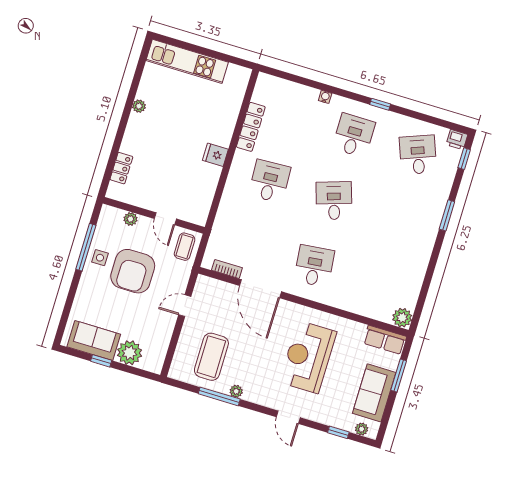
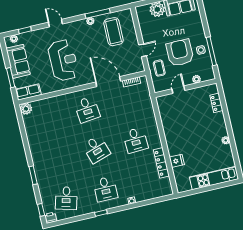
fridge: (215, 155) -> (177, 161), moved
desk: (418, 155) -> (66, 198), turned 36
door: (165, 219) -> (178, 90), hinge flipped
coffee table: (185, 247) -> (159, 68), moved

